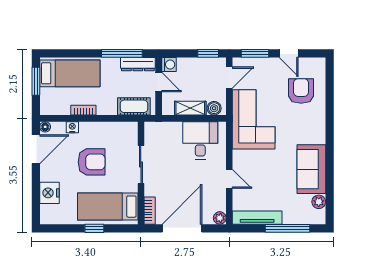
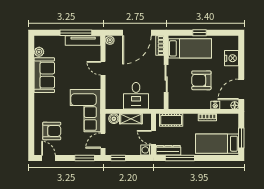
door: (289, 53) -> (49, 158), moved
armchair: (301, 91) -> (52, 131), turned -90
desk: (200, 140) -> (136, 96), moved
window: (287, 228) -> (76, 33), moved

